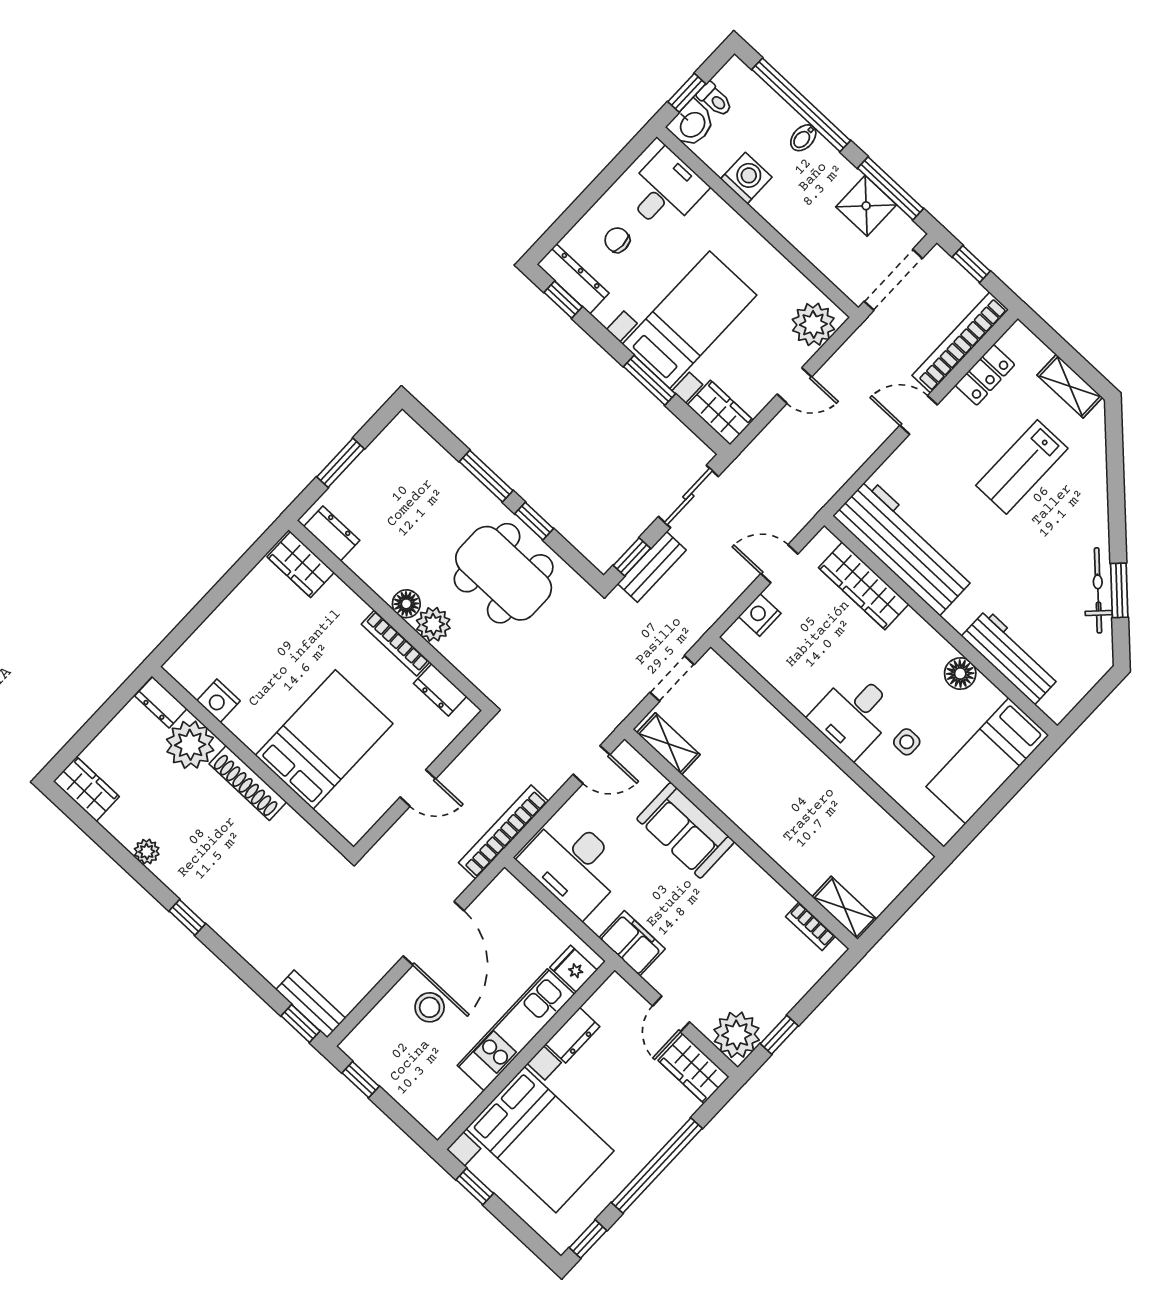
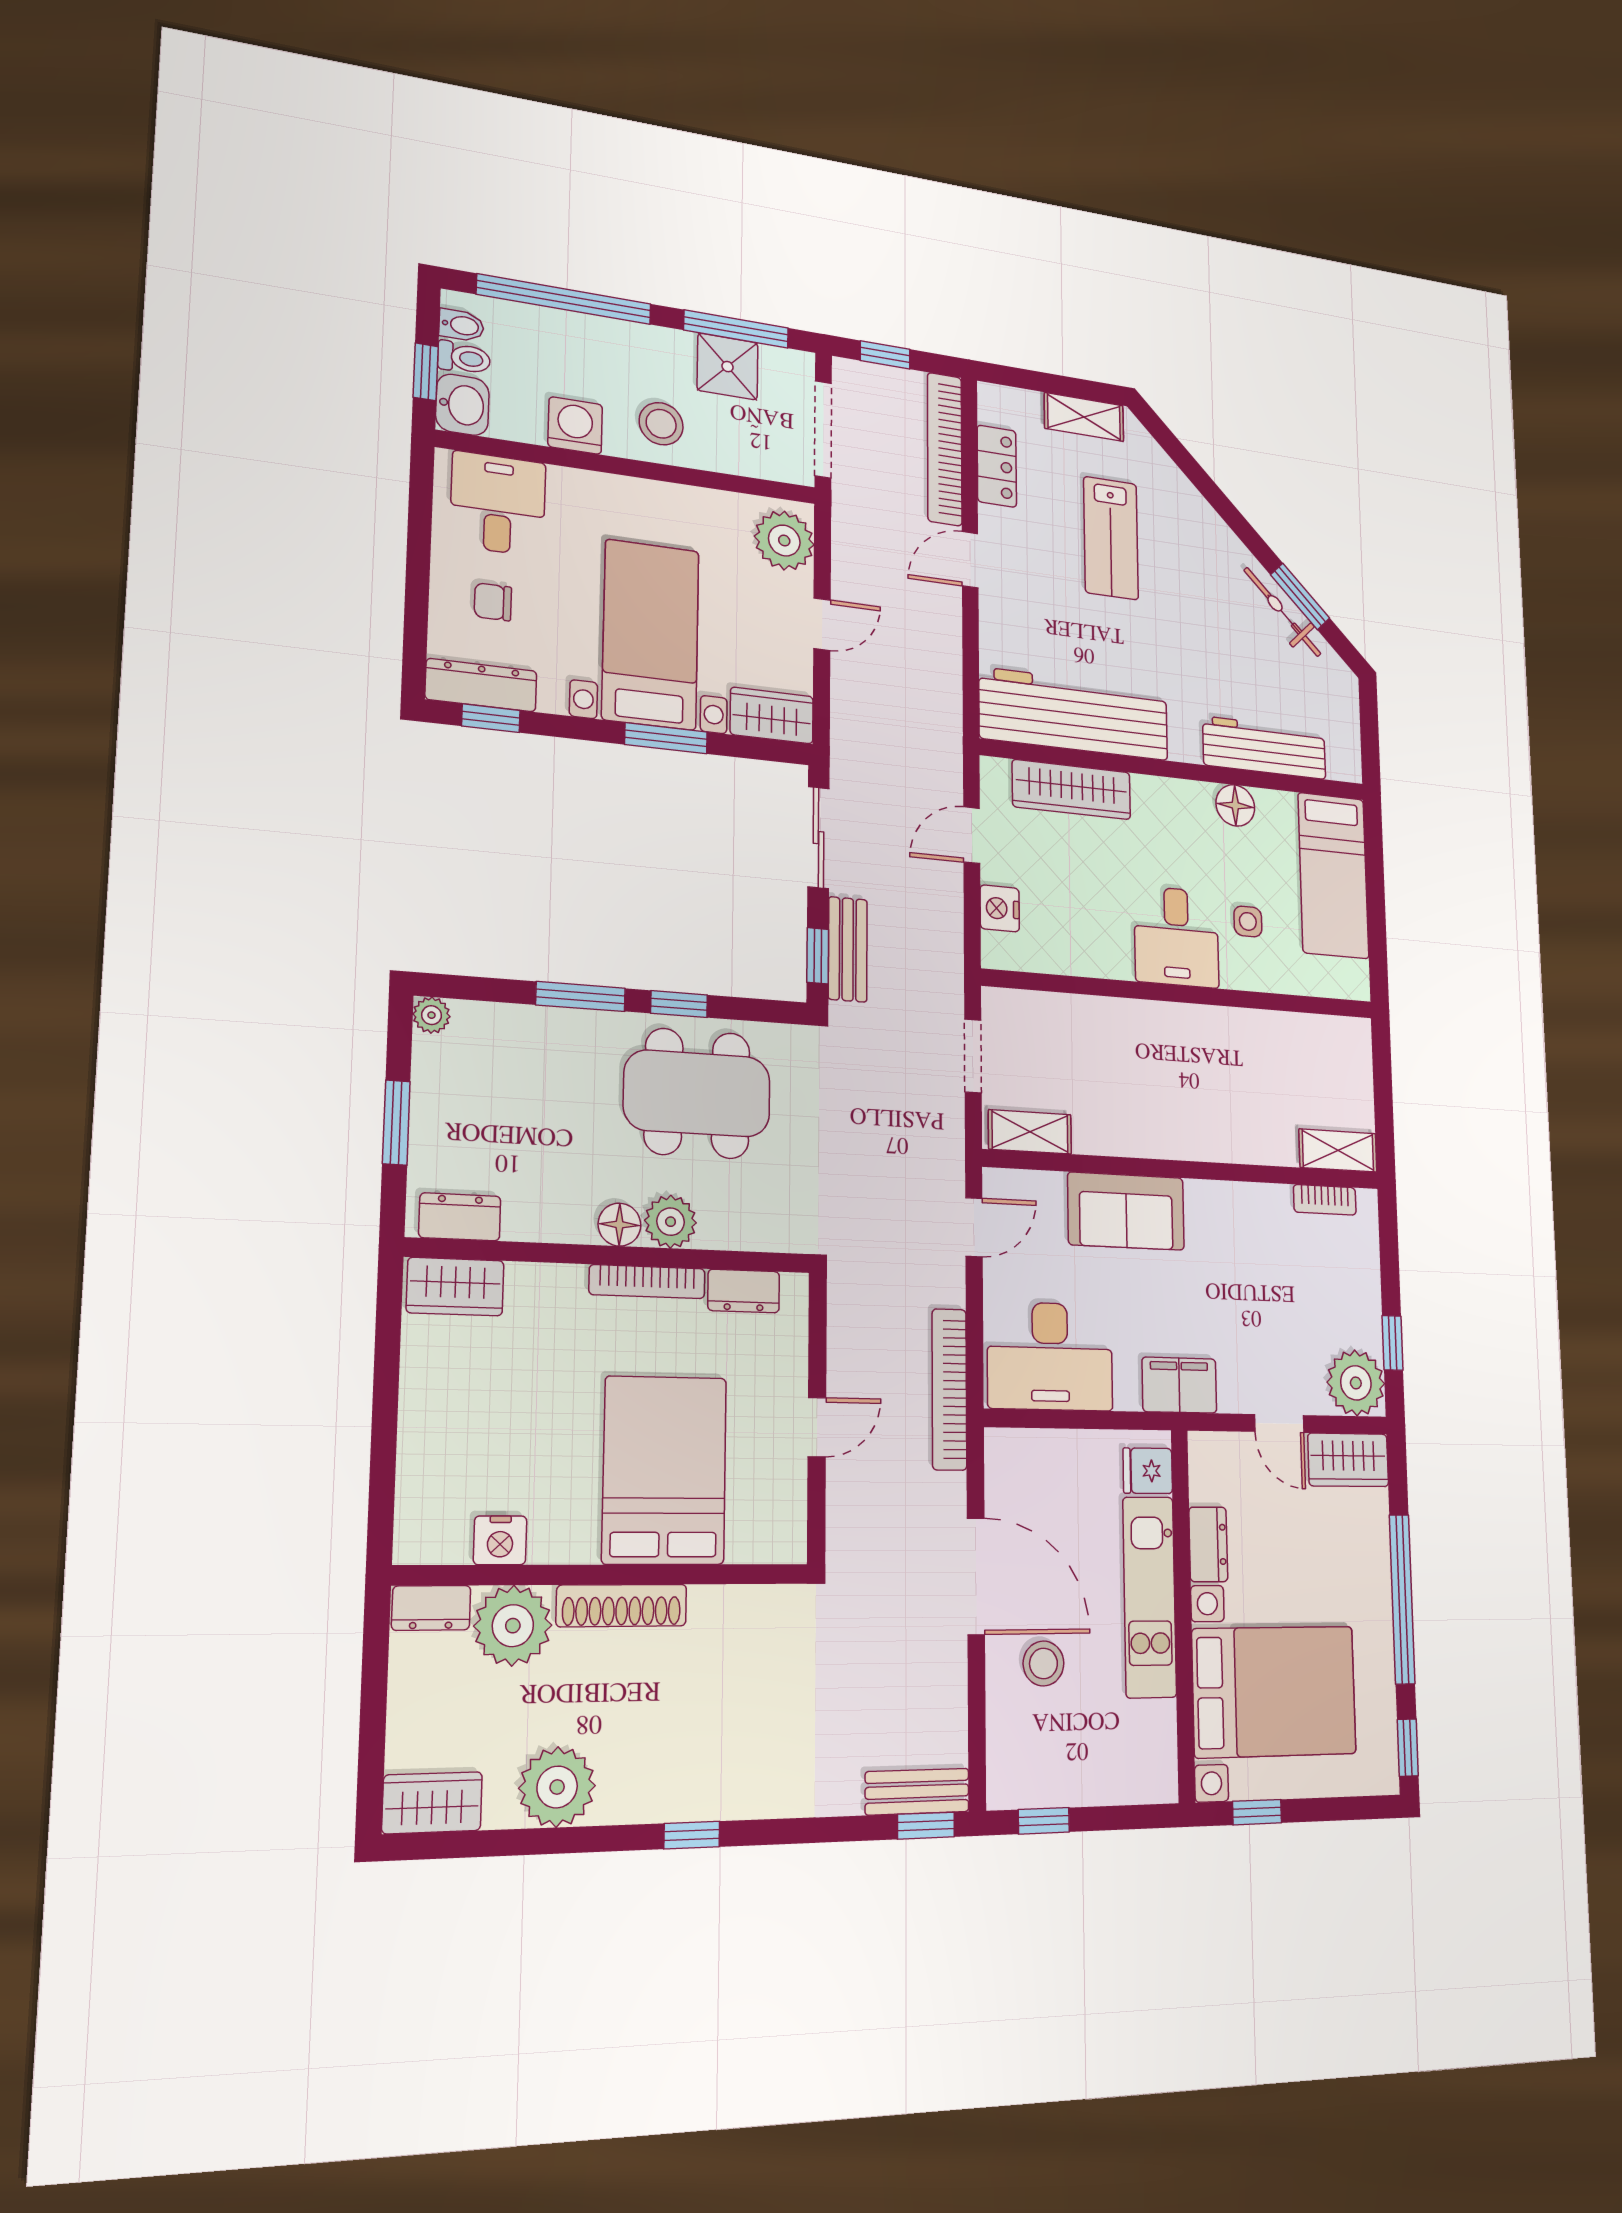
bidet: (803, 138) -> (461, 325), moved, turned -90
stool: (798, 211) -> (661, 424), added
plant: (403, 425) -> (431, 1015), added
plant: (147, 852) -> (557, 1787), width x1.87, depth x1.87

